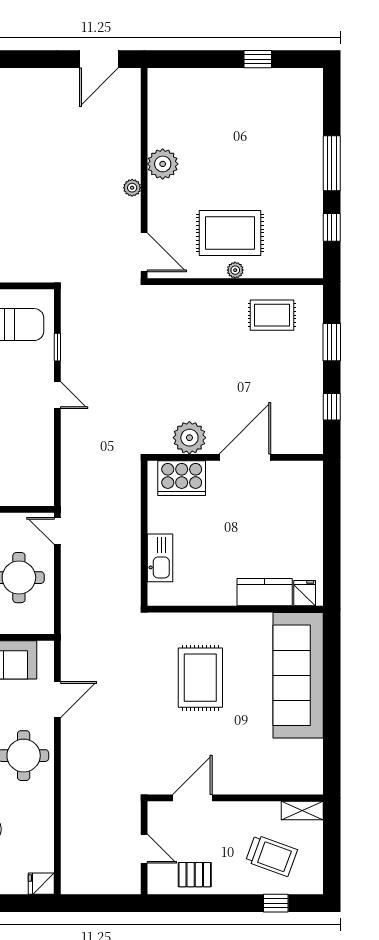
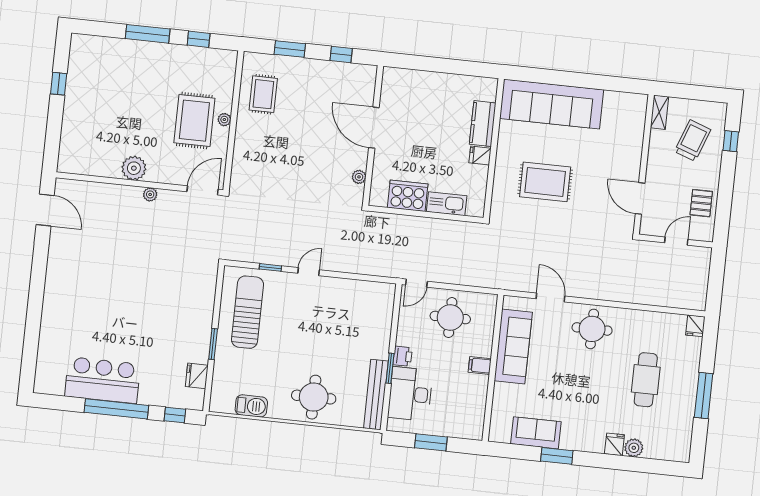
plant: (189, 438) -> (359, 177), width x0.53, depth x0.53
cooker: (182, 478) -> (408, 196), moved, turned -90
fridge: (305, 593) -> (480, 155), moved

